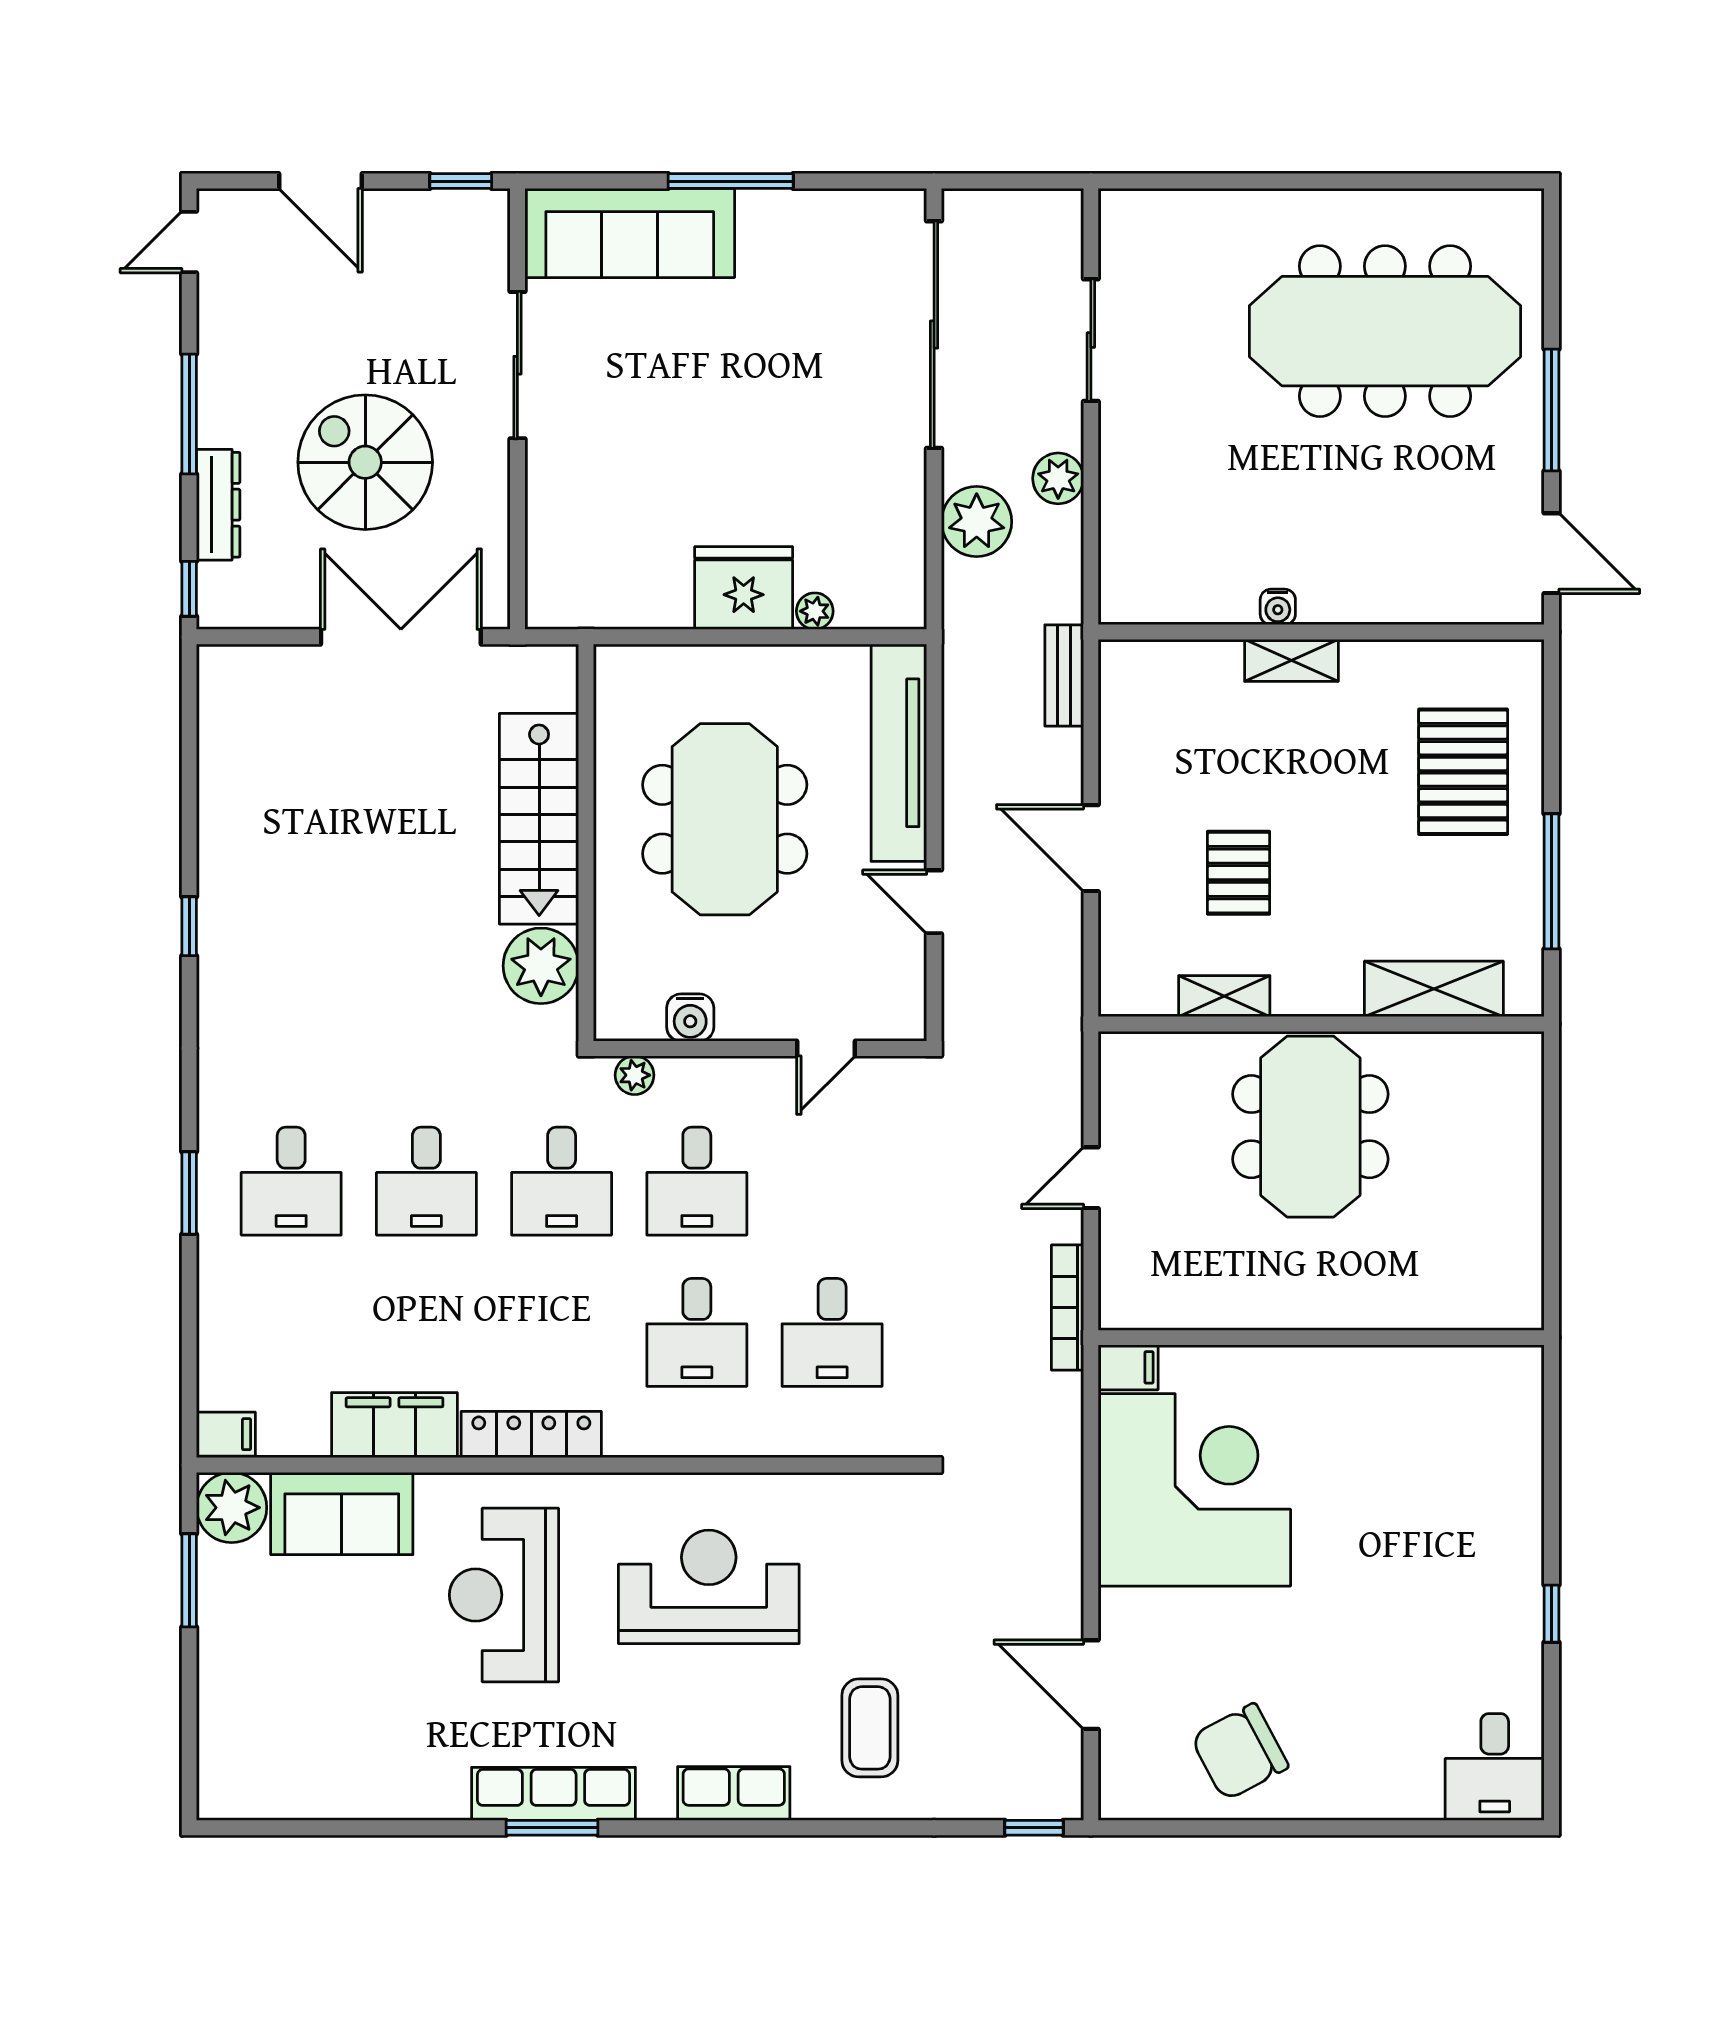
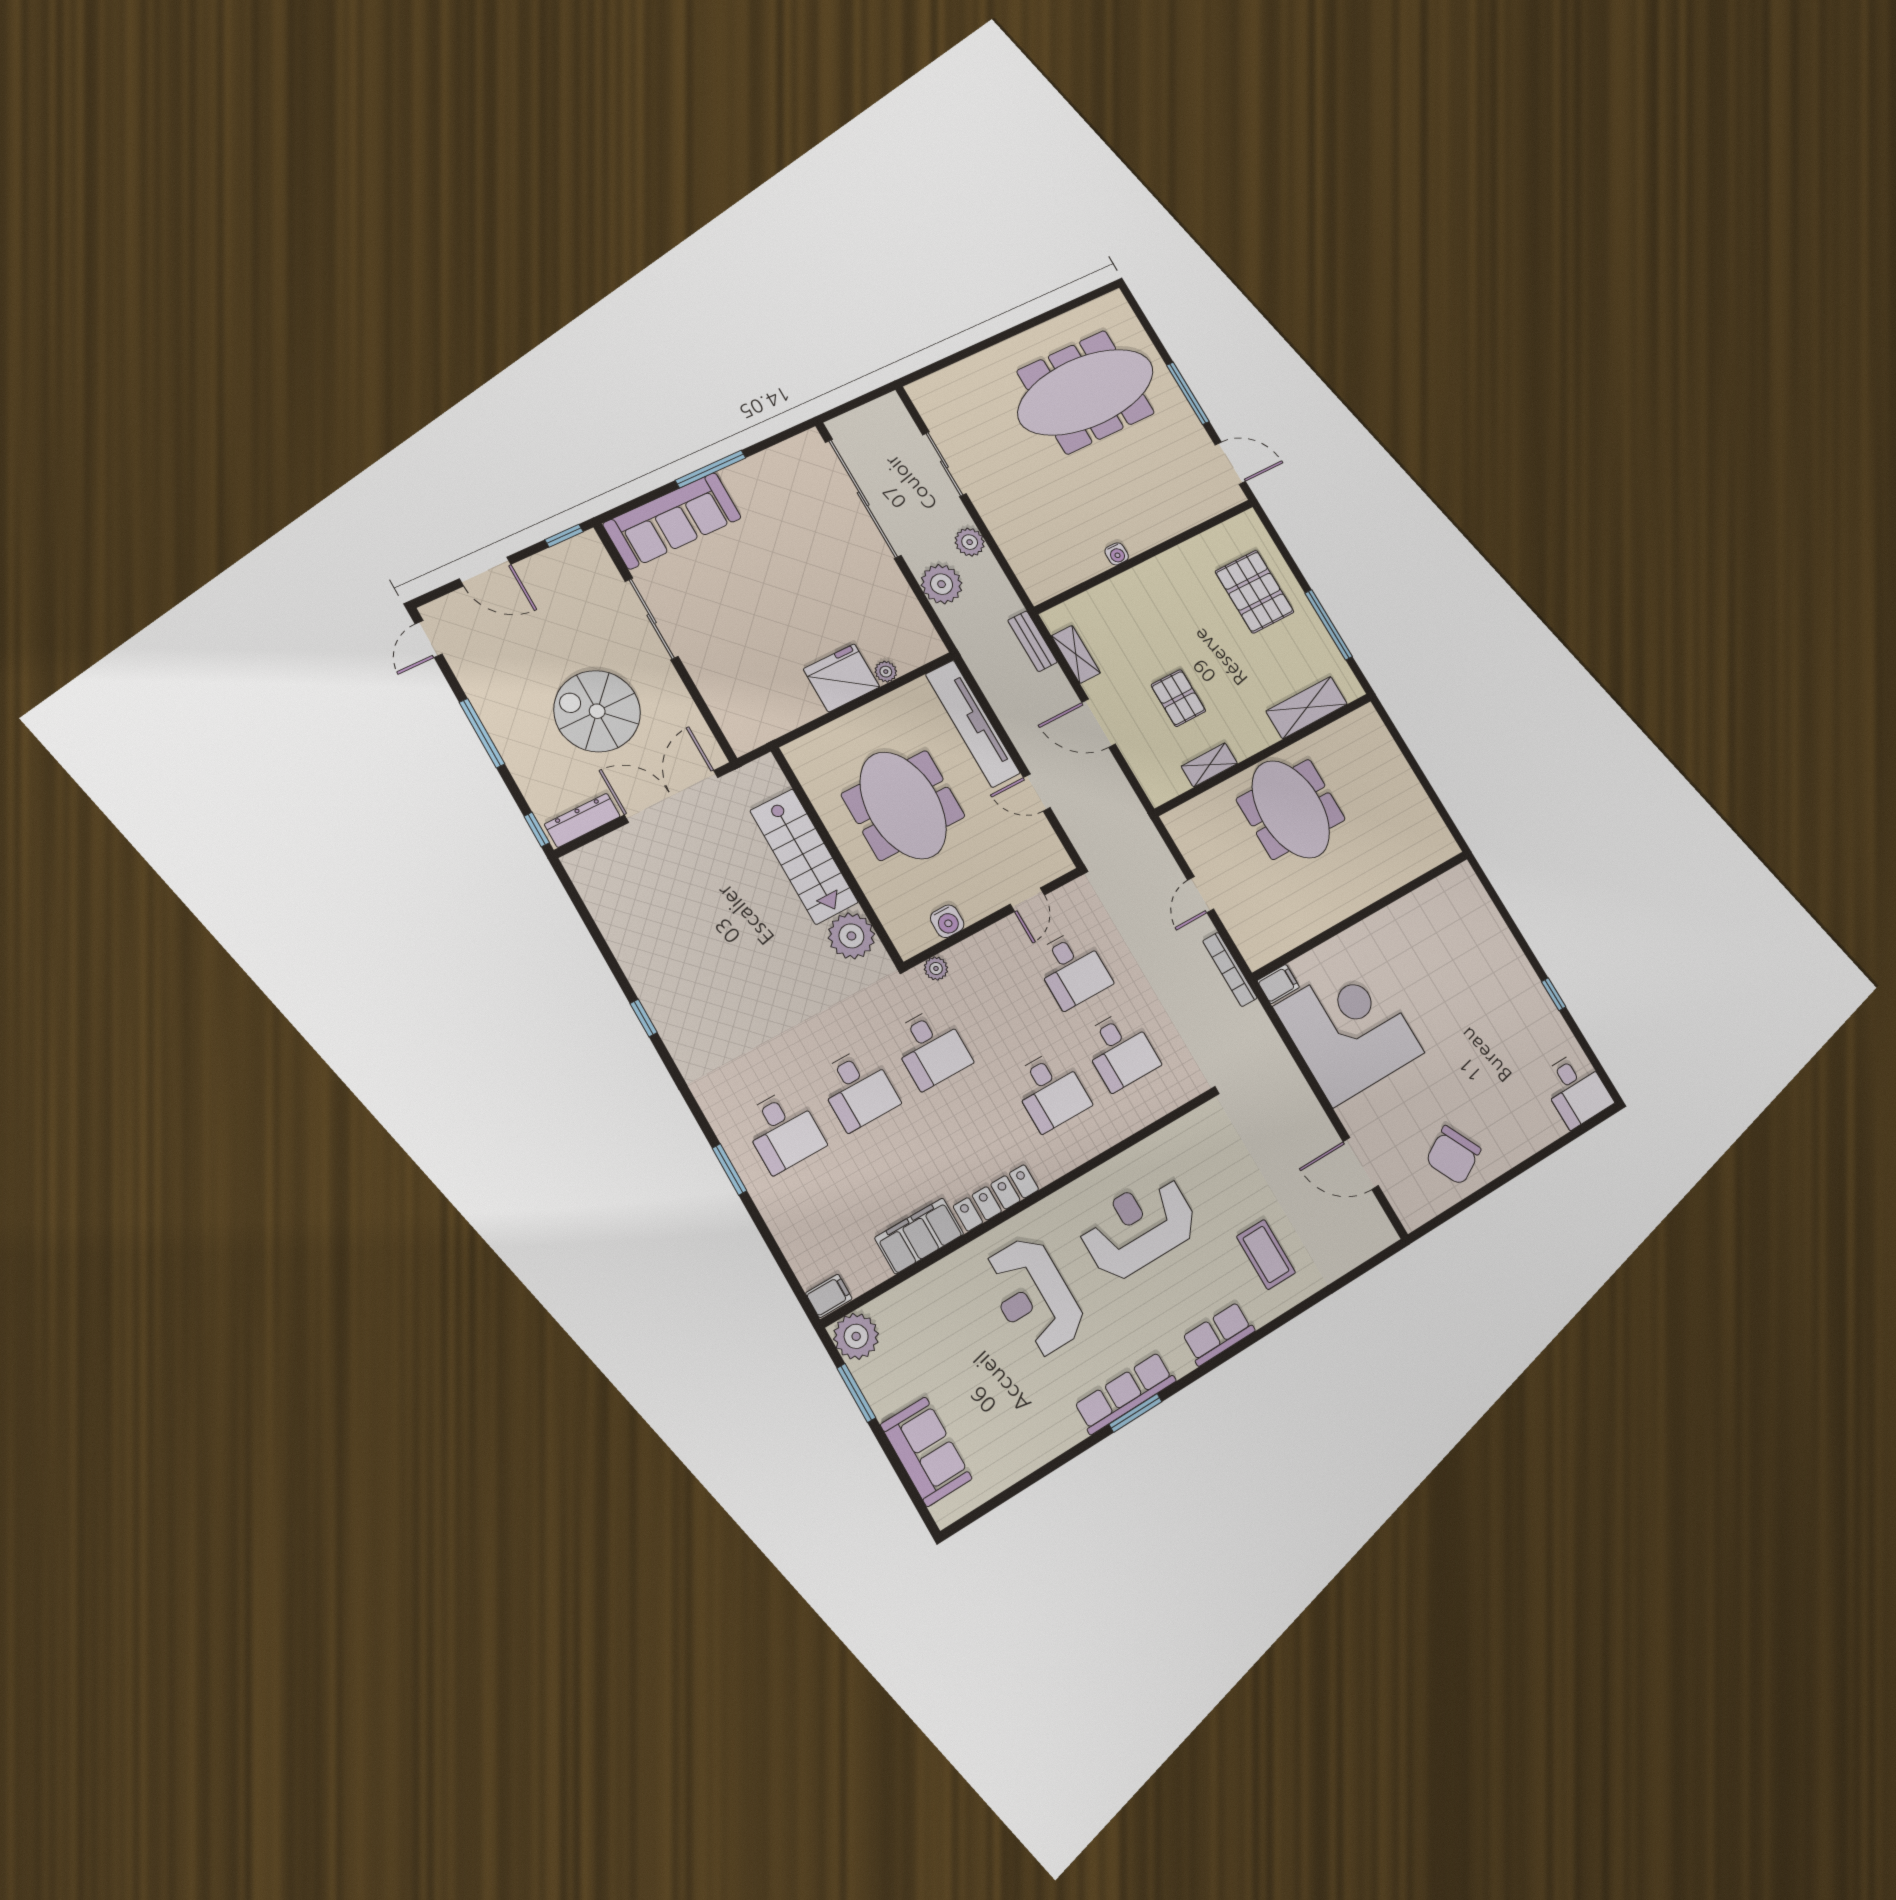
dresser: (218, 505) -> (582, 820), moved, turned -90
shelving: (1291, 660) -> (1076, 654), moved, turned 90
desk: (697, 1181) -> (1072, 969), moved
sofa: (342, 1514) -> (926, 1452), moved, turned -90
window: (1034, 1828) -> (1379, 1258), removed

